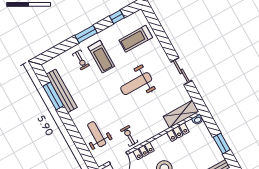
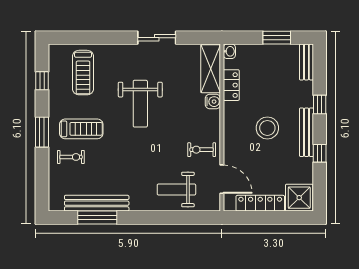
water cooler: (162, 127) -> (213, 102), added
locker: (144, 151) -> (231, 142), removed

